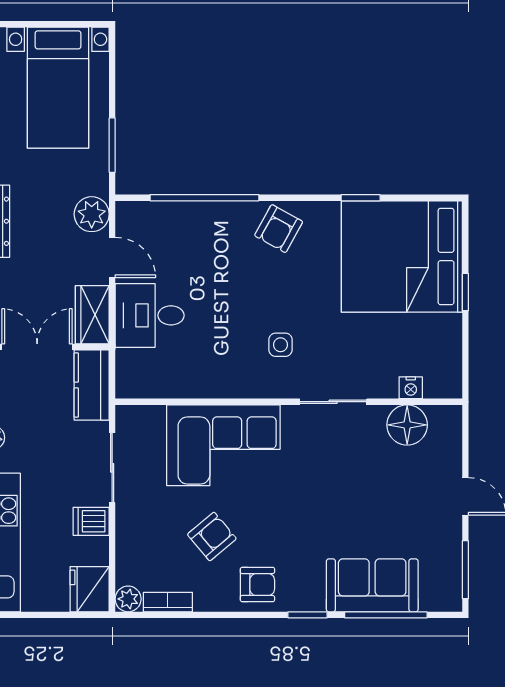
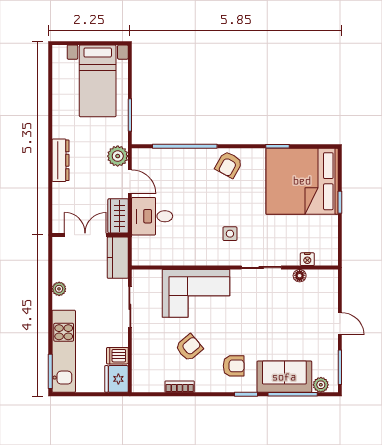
floor lamp: (407, 425) -> (300, 276), width x0.53, depth x0.53
dishwasher: (91, 521) -> (117, 356), moved
armchair: (257, 585) -> (234, 366), moved
plant: (128, 599) -> (321, 385), moved
bookcase: (168, 602) -> (180, 387), moved

